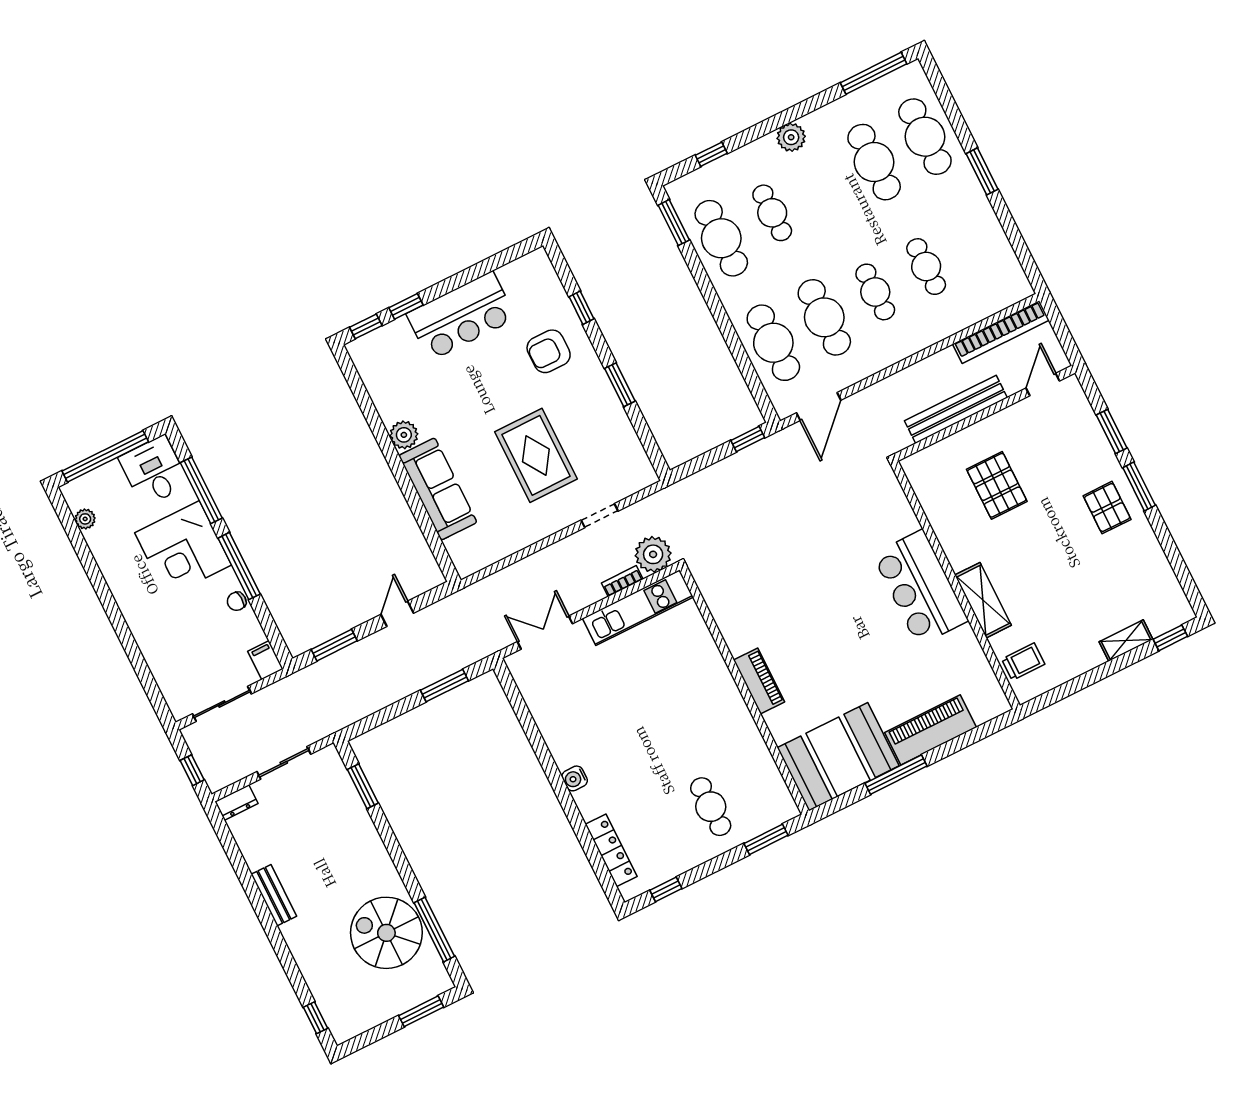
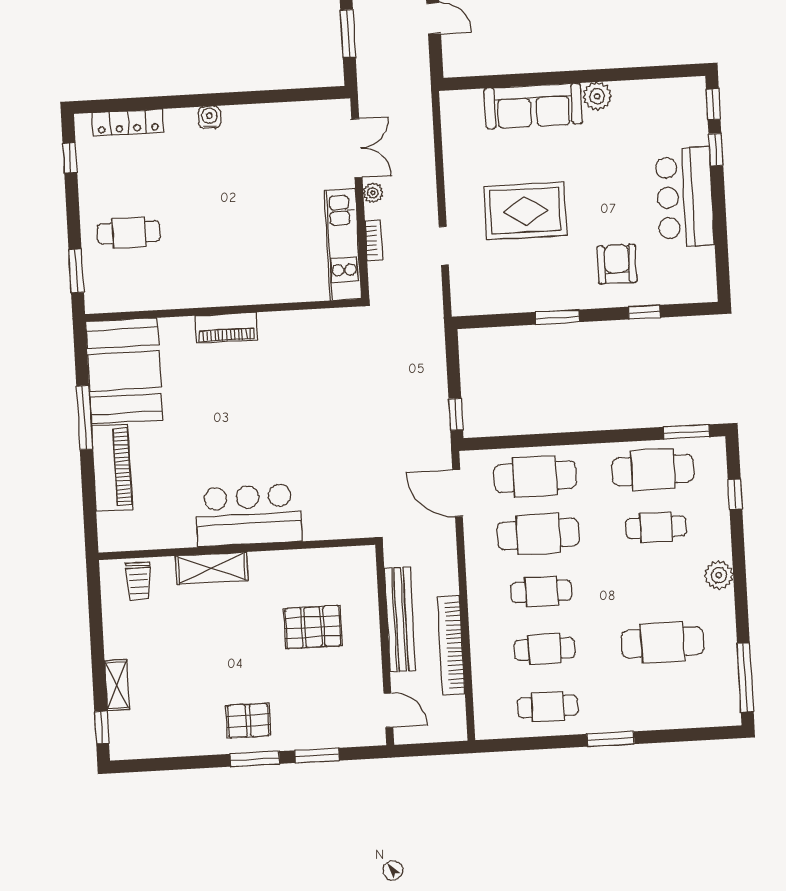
cafe table: (925, 137) -> (548, 706), moved, width x0.73, depth x0.74
bookcase: (1001, 332) -> (451, 645), moved
plant: (653, 554) -> (373, 193), moved, width x0.53, depth x0.53

